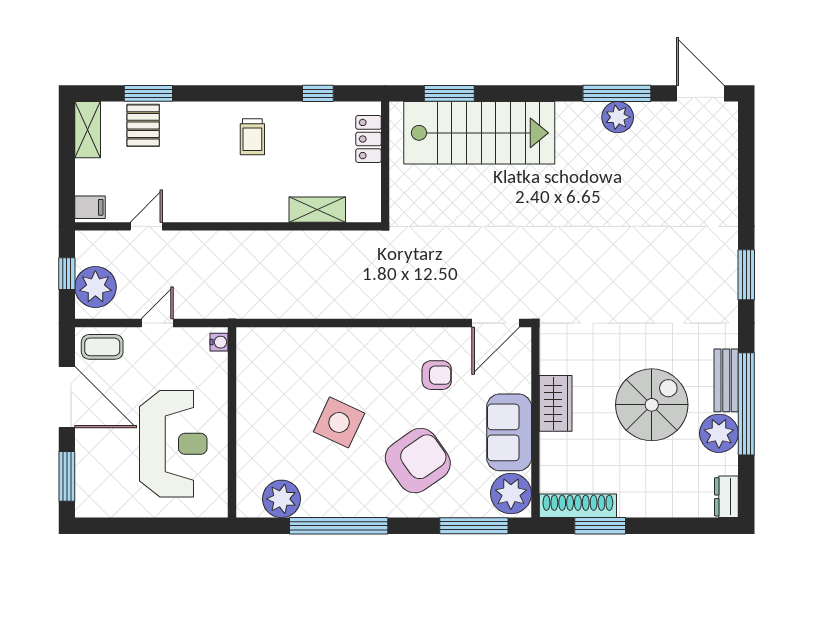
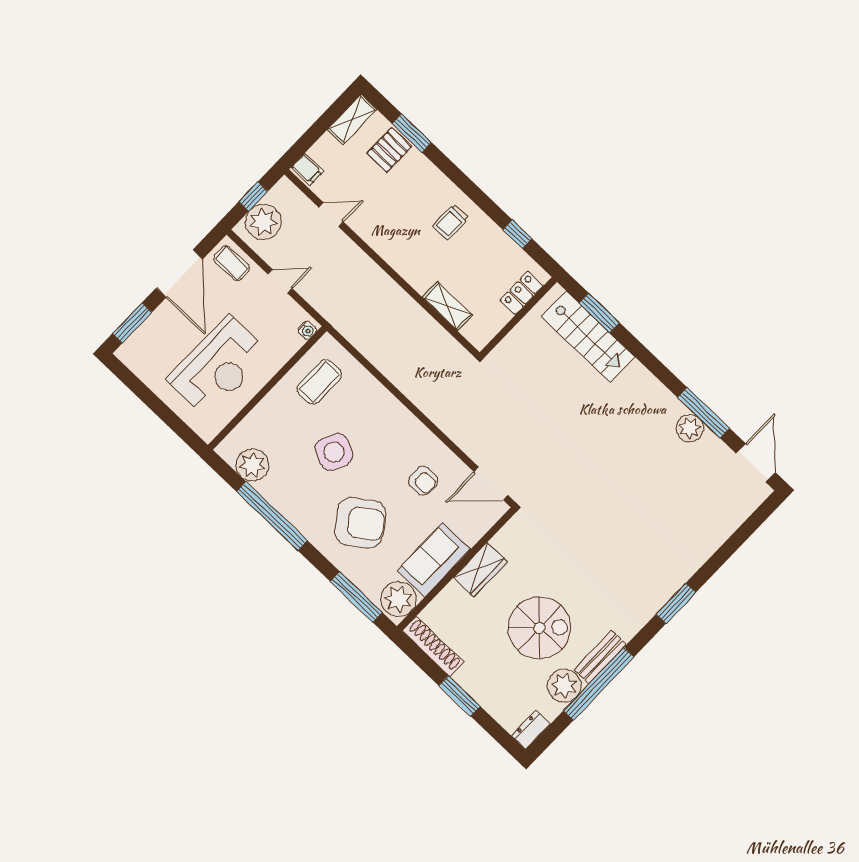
stairs: (479, 133) -> (588, 337), width x0.73, depth x0.66
coffee table: (271, 375) -> (319, 382), added
window: (600, 526) -> (459, 696), moved

